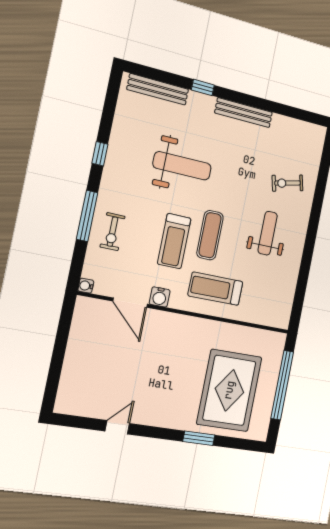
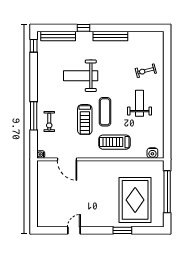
window: (100, 154) -> (34, 46), moved
weight bench: (182, 166) -> (81, 76), turned 180
water cooler: (160, 297) -> (152, 153), moved

